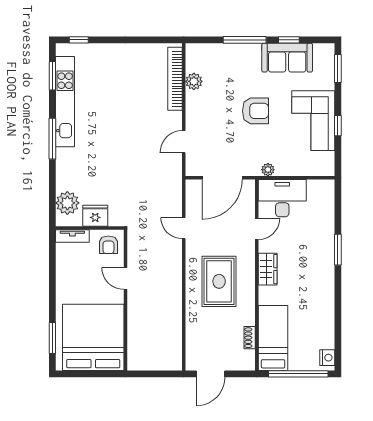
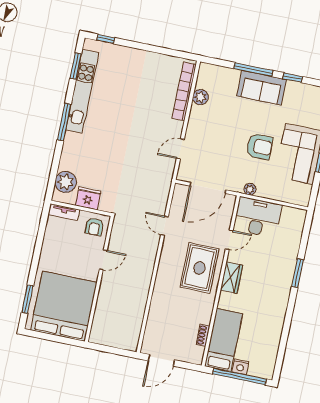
sofa: (287, 58) -> (262, 88), moved
armchair: (256, 111) -> (259, 146), moved
door: (125, 279) -> (103, 260), swing flipped
rug: (219, 281) -> (199, 268), moved
nightstand: (327, 358) -> (240, 367), moved, turned 90

